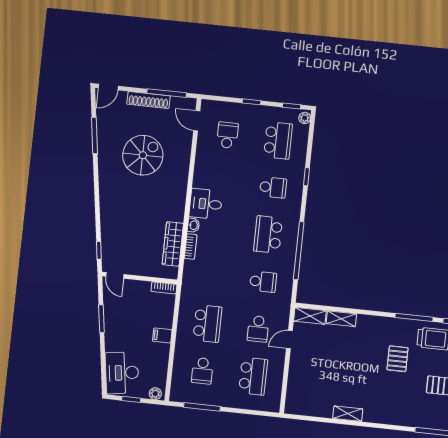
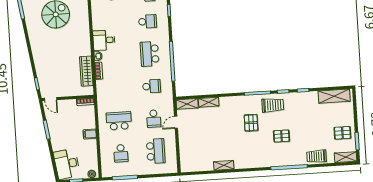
school desk: (207, 324) -> (119, 121), turned -90

